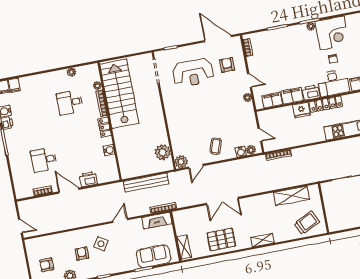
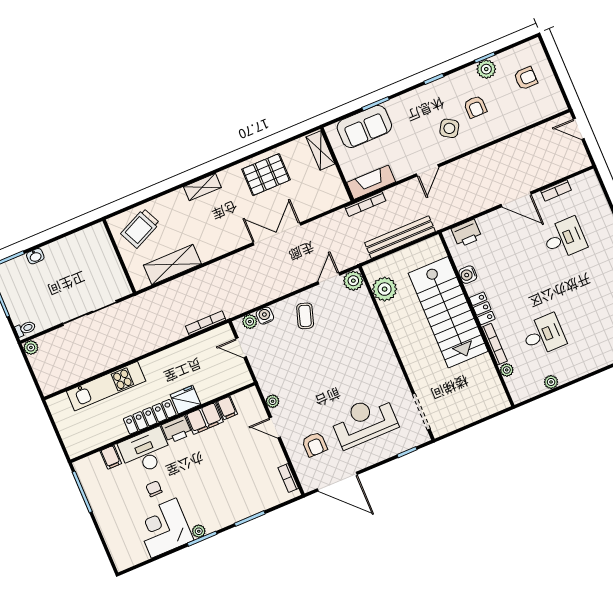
stairs: (119, 94) -> (448, 312), moved
filing cabinet: (272, 100) -> (227, 408), width x0.50
printer: (88, 179) -> (467, 233), moved

